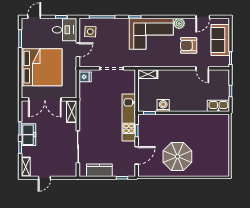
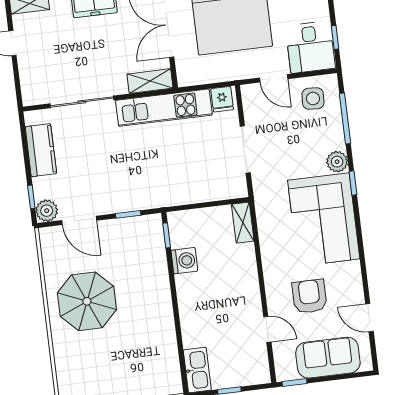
plant: (179, 23) -> (337, 162), moved
door: (202, 68) -> (267, 329), swing flipped
kitchen unit: (129, 117) -> (164, 108), moved, turned 180
plant: (130, 171) -> (47, 211), added

